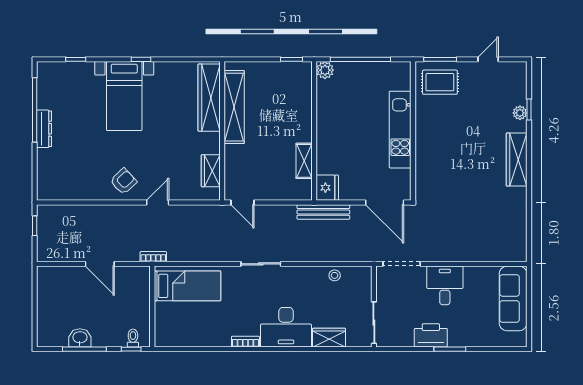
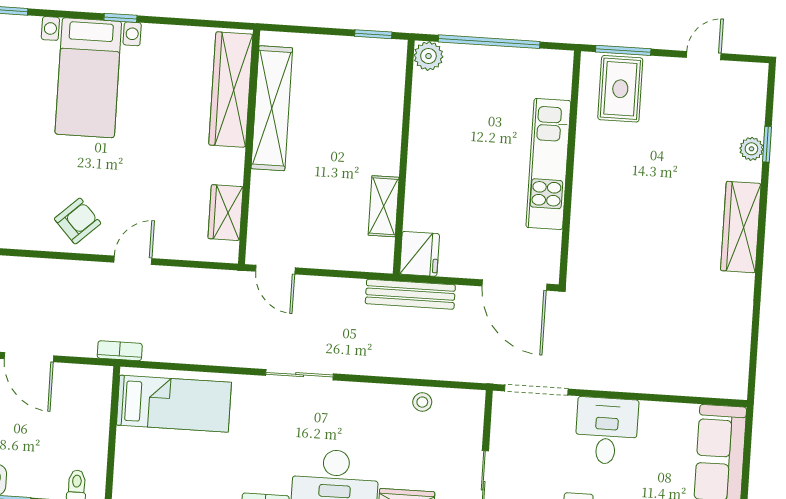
rug: (440, 82) -> (620, 89), turned 90

